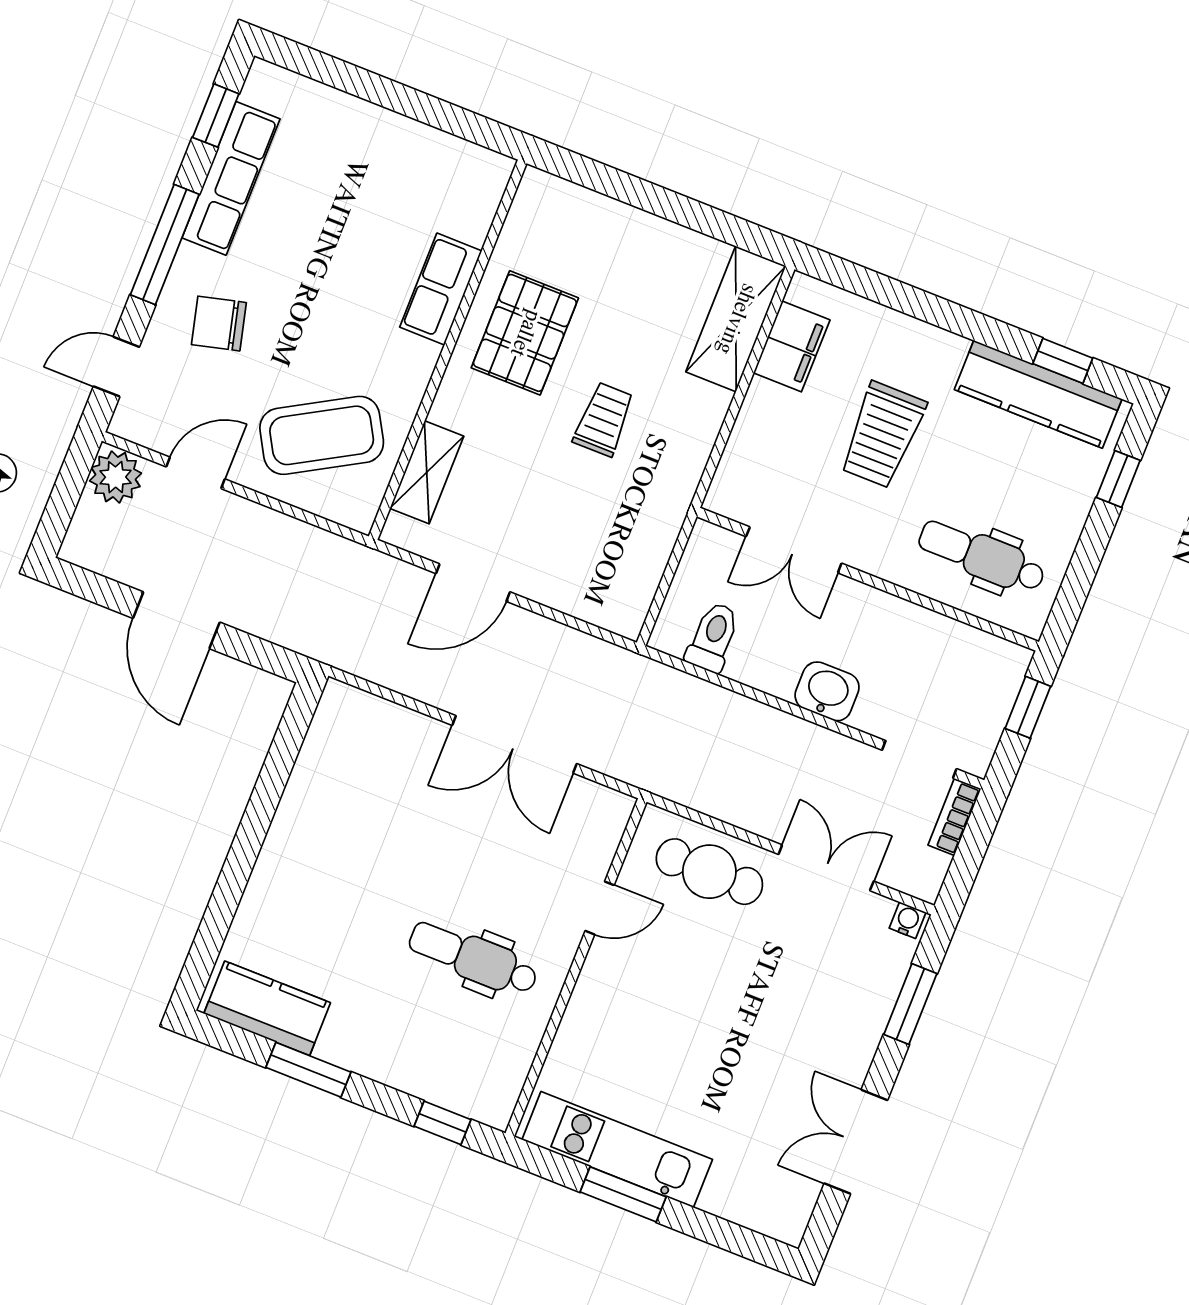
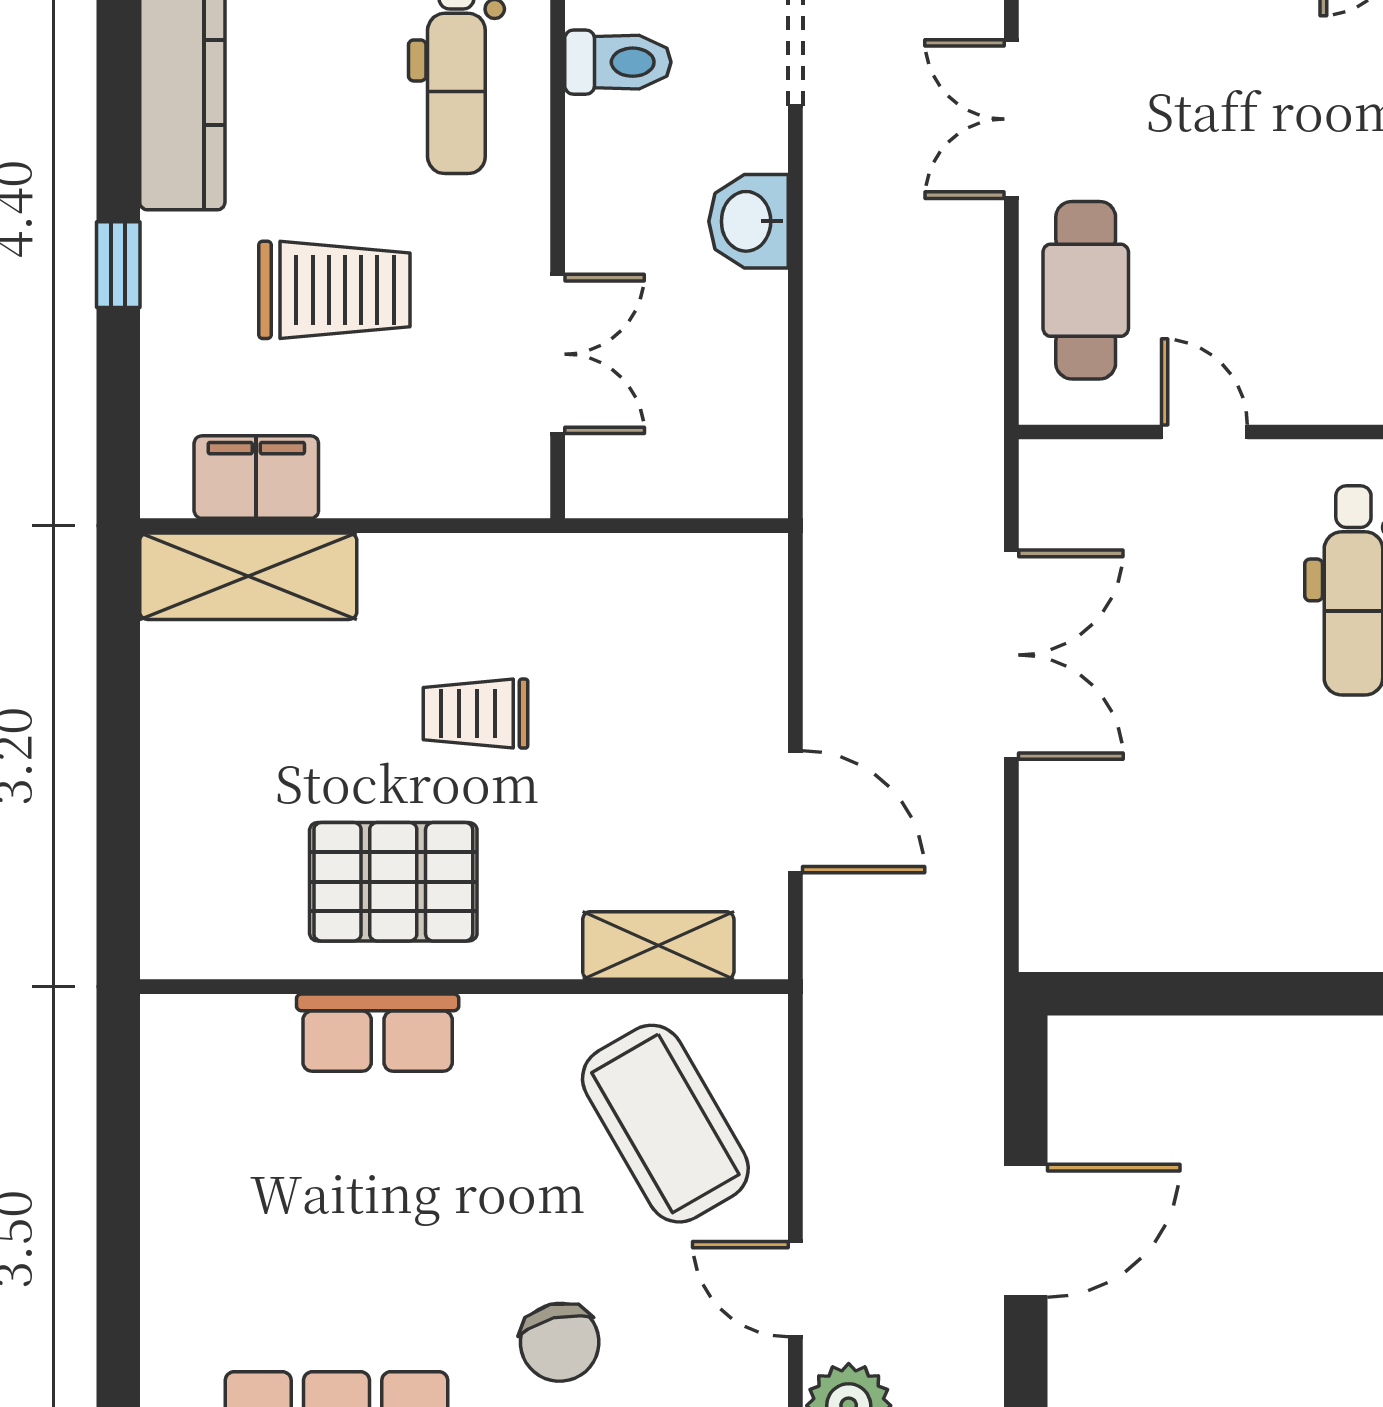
window: (1063, 361) -> (118, 265), moved
toilet: (713, 637) -> (618, 62), moved, turned 180

